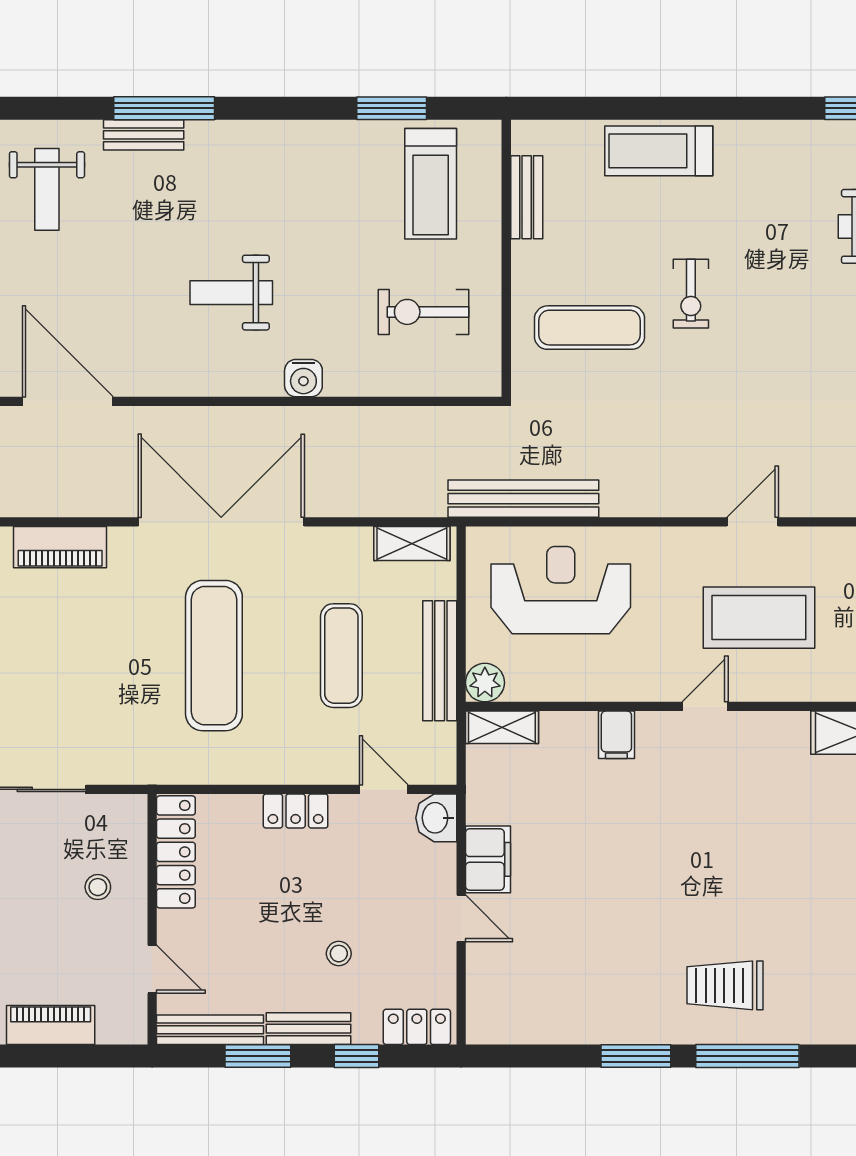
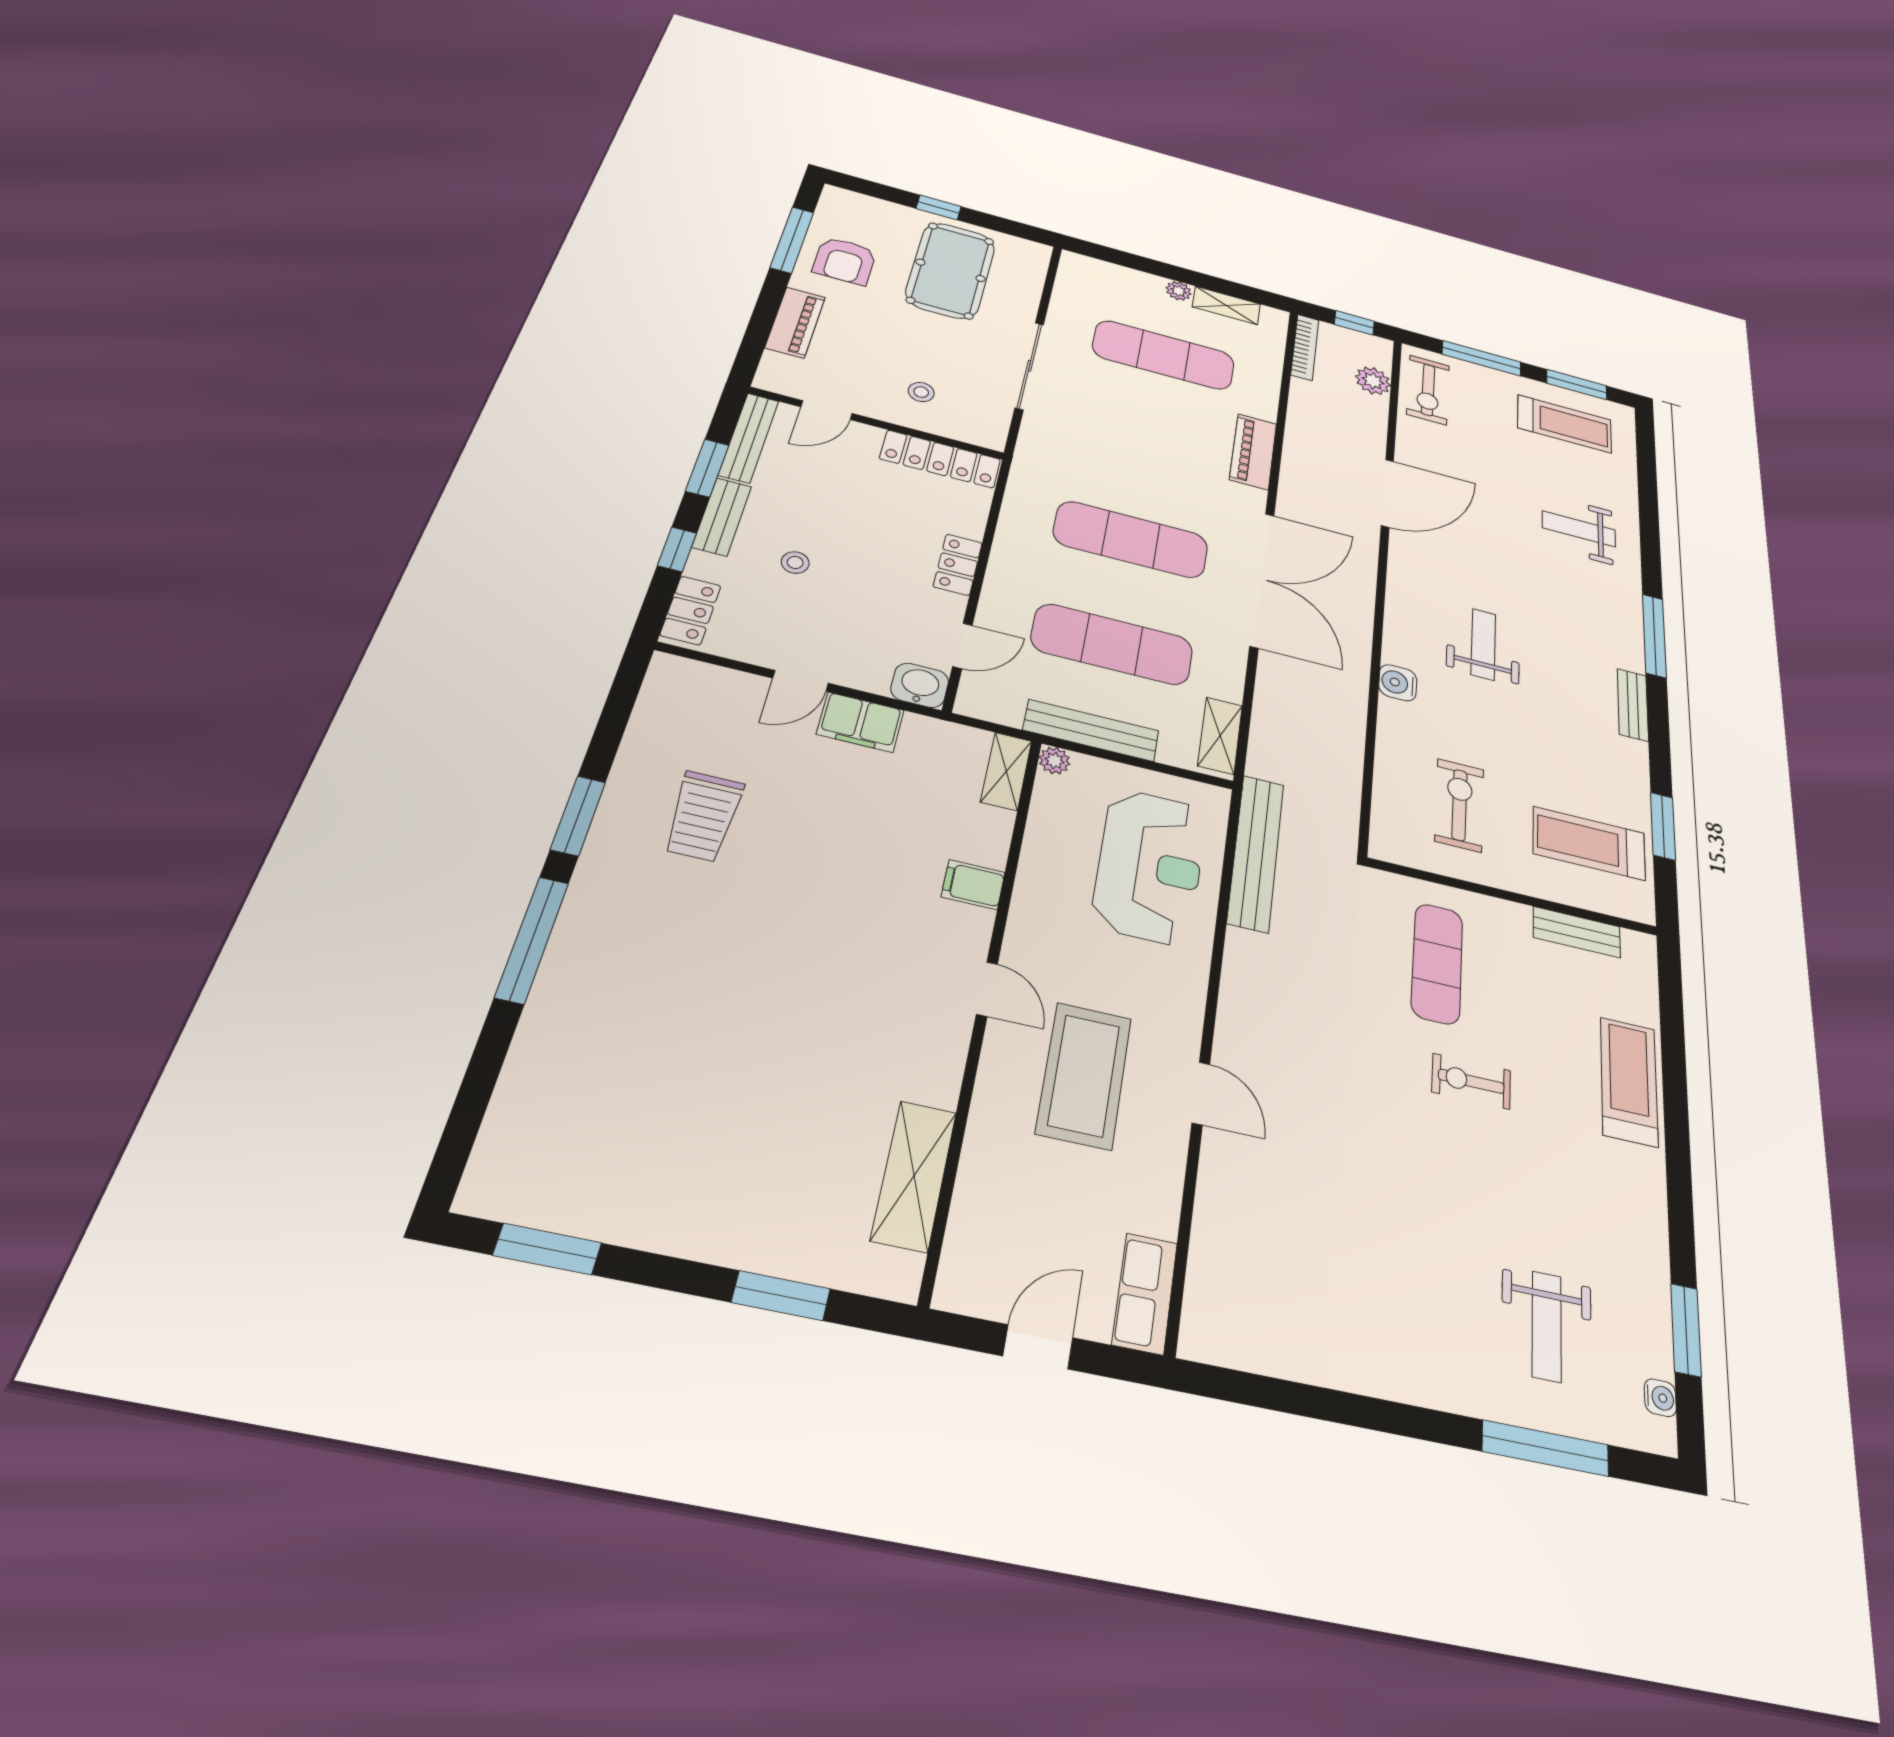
bench: (144, 135) -> (1633, 705), moved
exercise mat: (341, 656) -> (1112, 644), width x1.36, depth x1.45
plant: (485, 683) -> (1054, 761), width x0.73, depth x0.73
trolley: (725, 985) -> (703, 816), moved, turned 180

